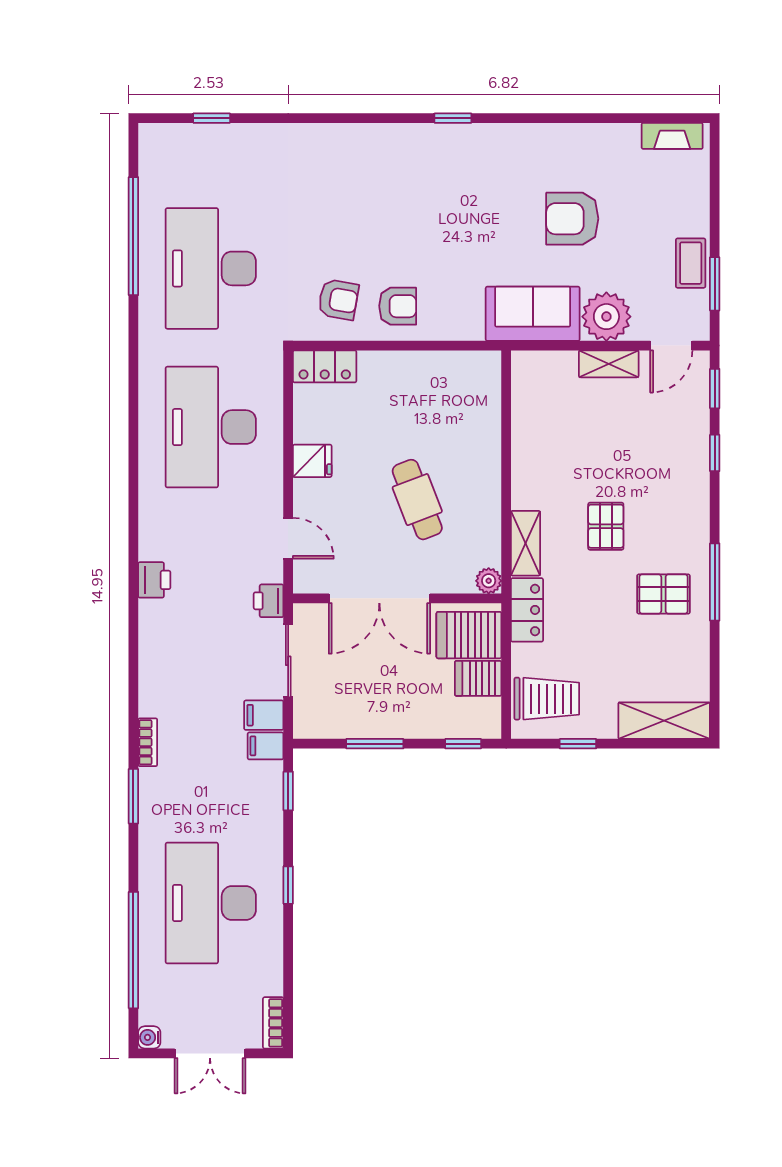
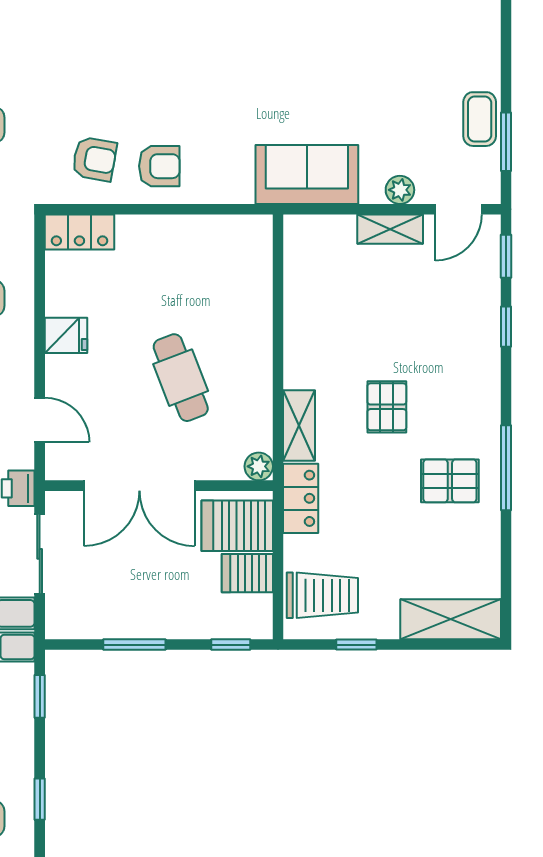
armchair: (572, 219) -> (350, 71), removed
plant: (606, 317) -> (400, 190), width x0.53, depth x0.53

